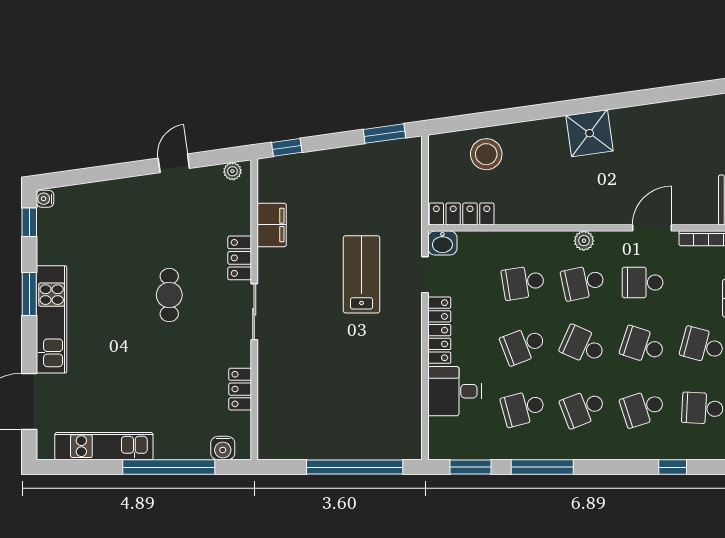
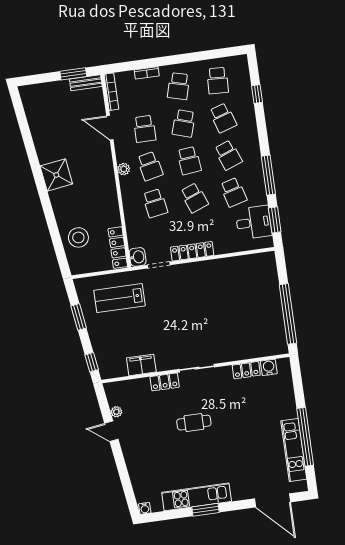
window: (384, 134) -> (79, 317), moved
plant: (232, 171) -> (116, 412), moved
window: (29, 222) -> (161, 516), removed
lab bench: (362, 274) -> (119, 298), moved
kitchen unit: (52, 319) -> (197, 497), moved
school desk: (583, 345) -> (189, 161), turned -30
desk: (455, 391) -> (254, 222), moved, turned -90
water cooler: (223, 448) -> (269, 367), moved, turned -90
window: (169, 467) -> (305, 437), moved
window: (355, 467) -> (288, 314), moved

